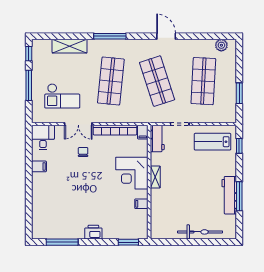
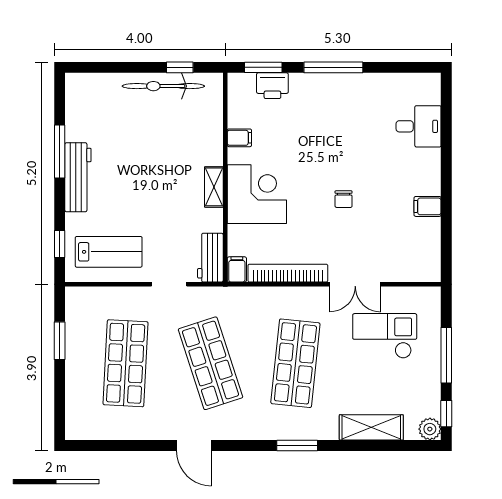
window: (110, 36) -> (297, 446), width x0.69
plant: (221, 45) -> (430, 429), moved
double door: (78, 124) -> (355, 284), swing flipped
desk: (43, 137) -> (419, 126), moved, turned -90
chair: (83, 152) -> (344, 199), moved
workbench: (229, 195) -> (78, 177), moved
printer: (93, 232) -> (272, 86), moved
bicycle: (200, 232) -> (163, 86), moved
window: (62, 242) -> (333, 67), moved
window: (174, 242) -> (180, 67), added

